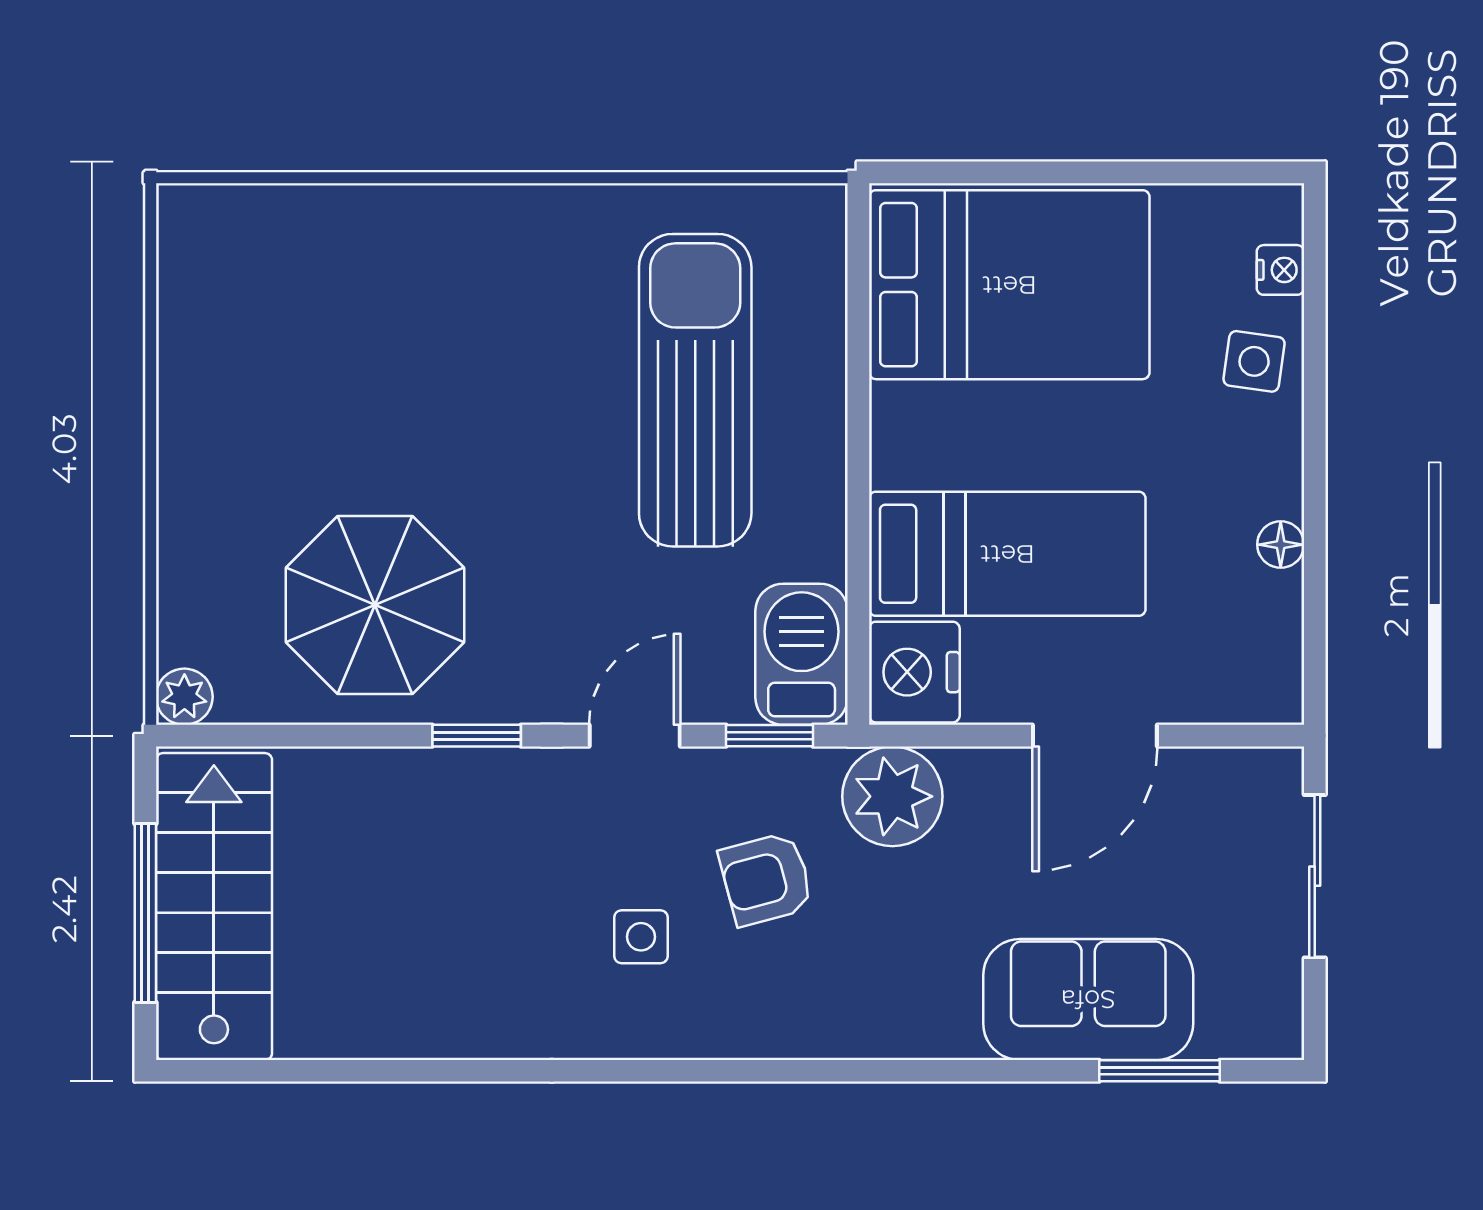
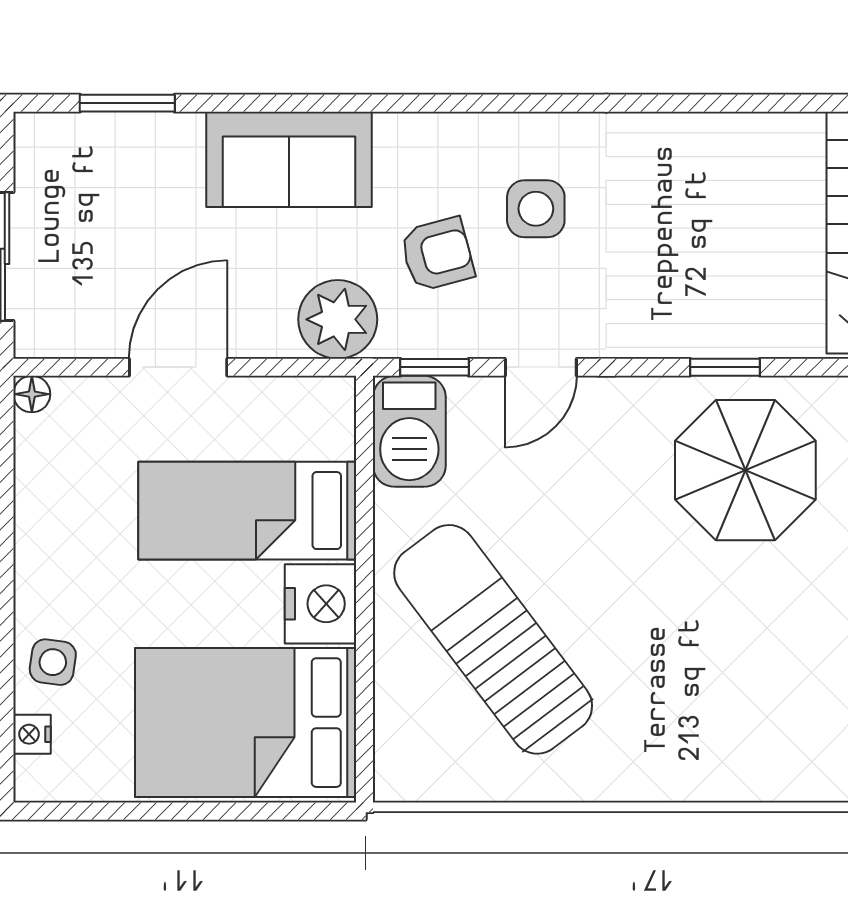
sun lounger: (695, 390) -> (493, 639), turned 143
floor lamp: (1281, 545) -> (32, 394), moved
nightstand: (914, 672) -> (320, 604), moved
window: (477, 736) -> (725, 367), moved
side table: (641, 937) -> (536, 209), width x1.37, depth x1.37
sofa: (1088, 999) -> (289, 159), moved

